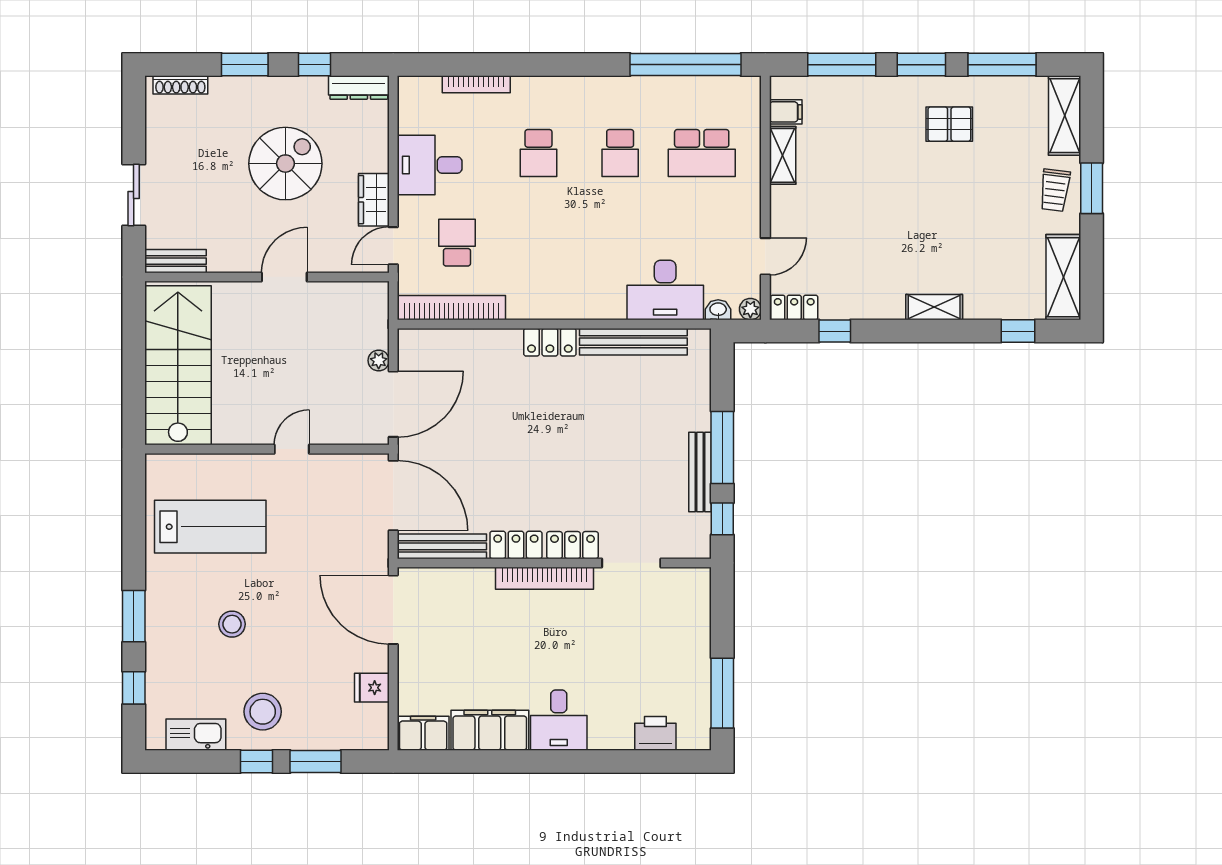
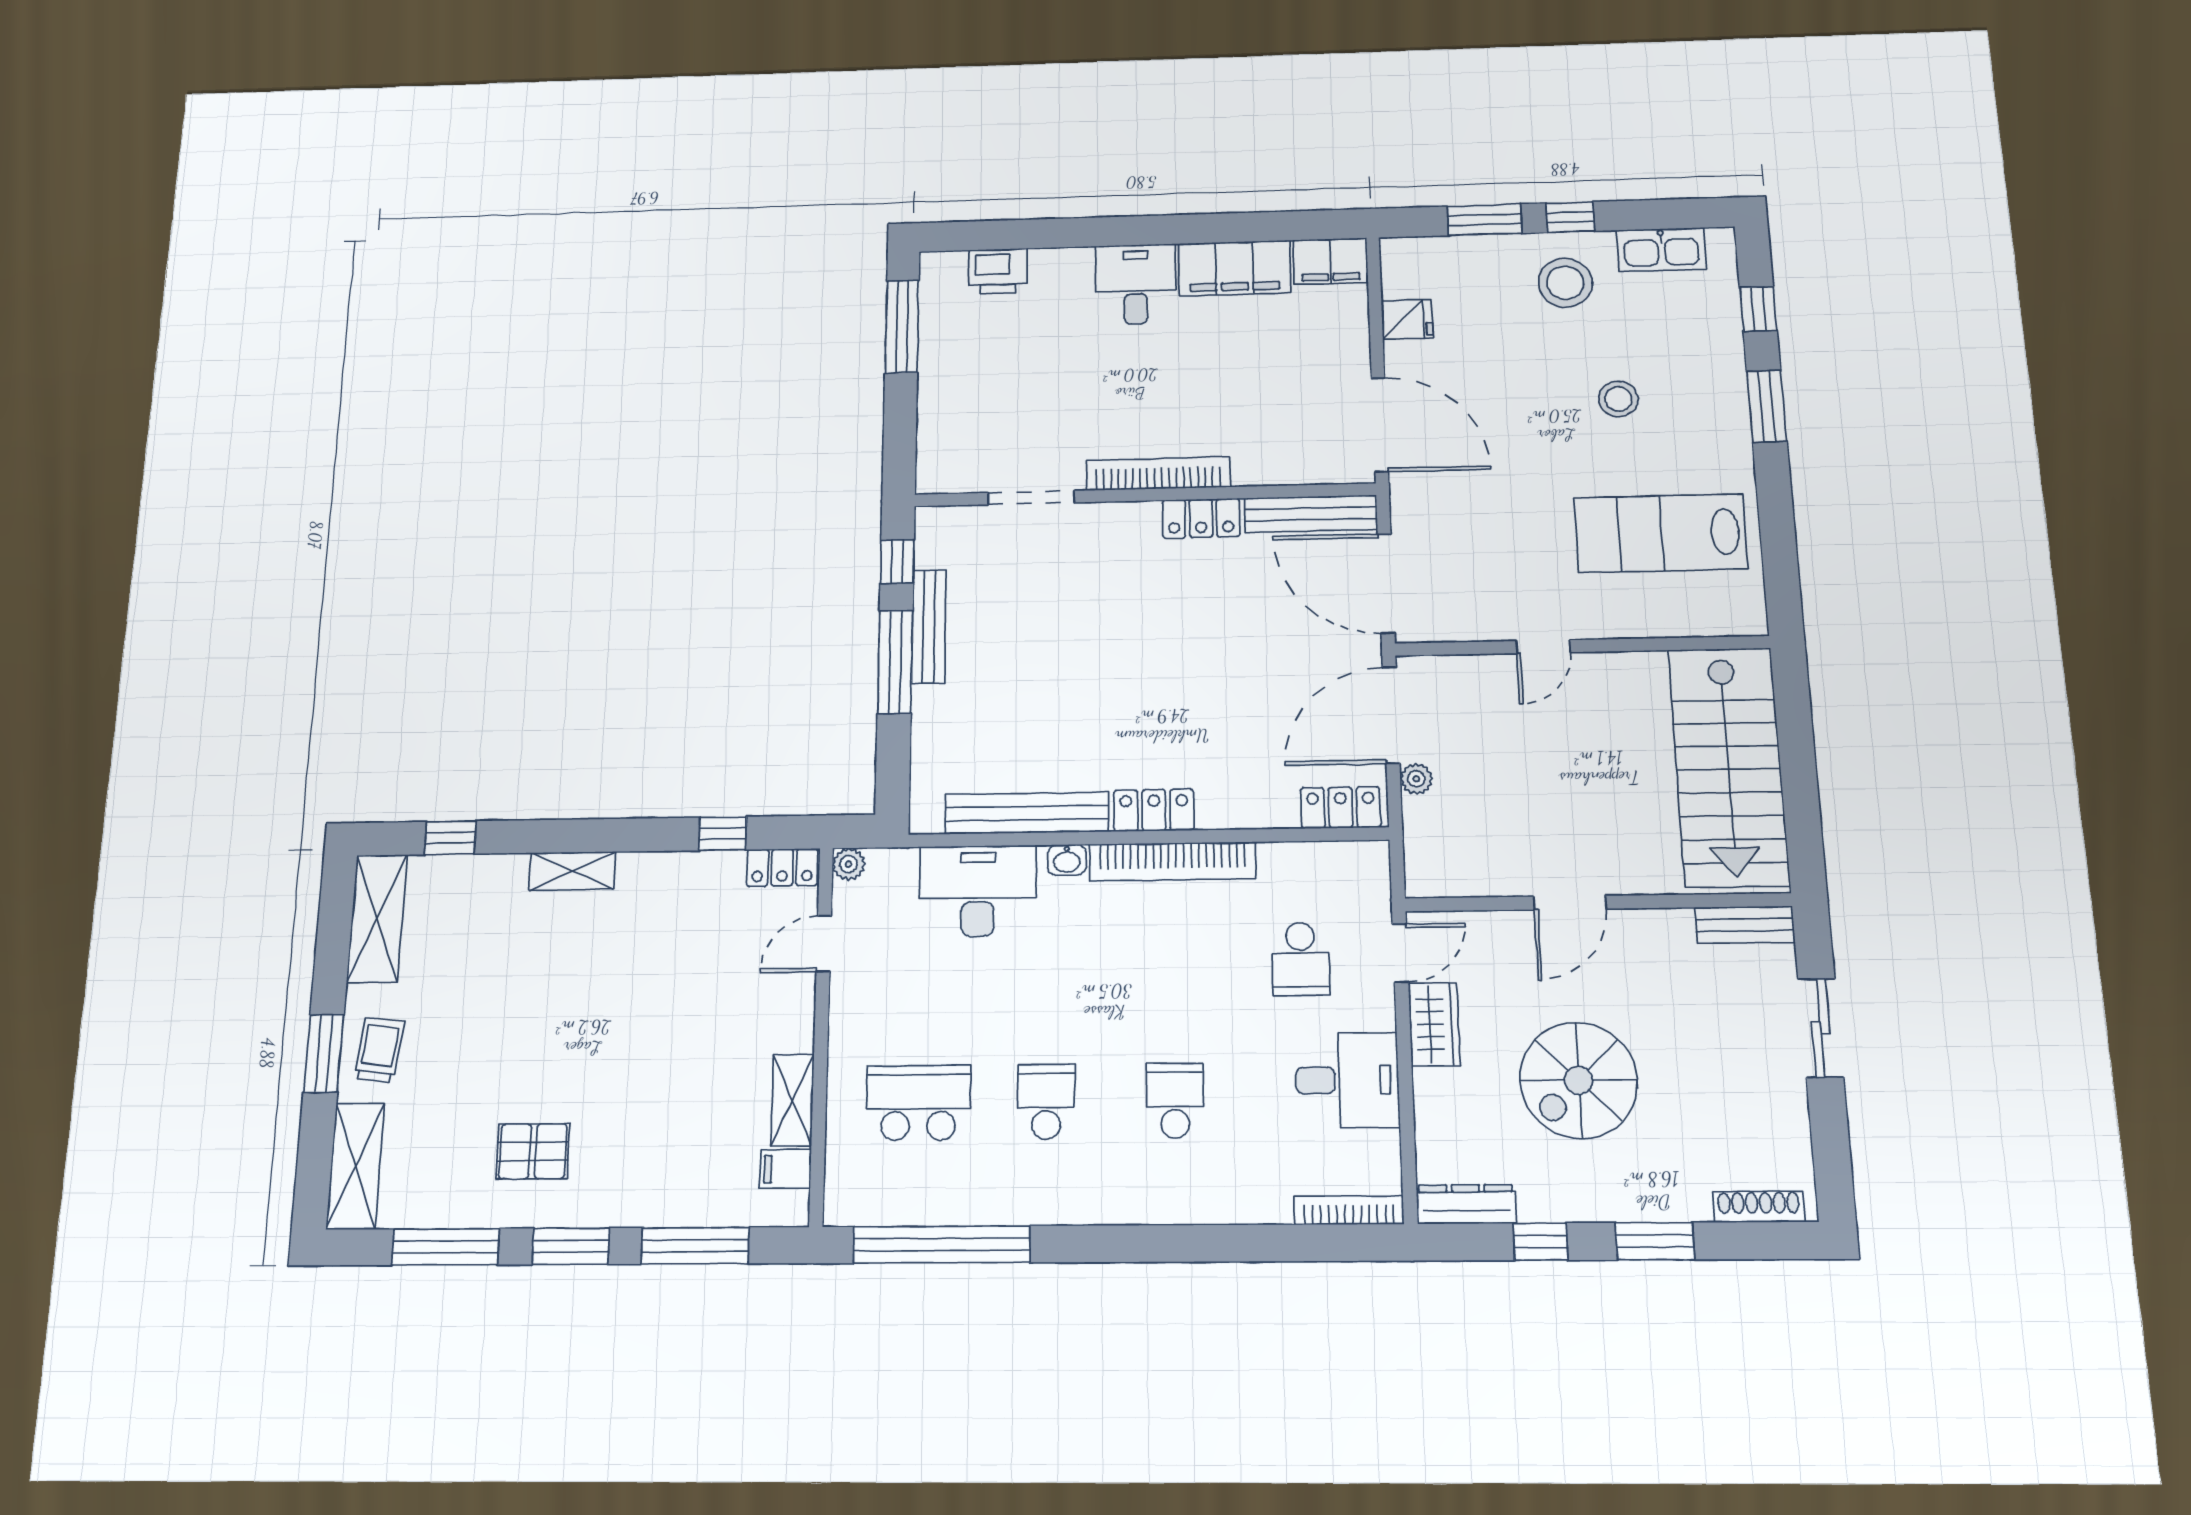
bookcase: (476, 84) -> (1349, 1210), moved
bookcase: (451, 308) -> (1172, 861), moved
washbasin: (718, 310) -> (1067, 860), moved
locker: (573, 545) -> (1341, 808), moved, turned 180

